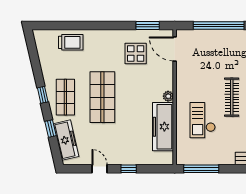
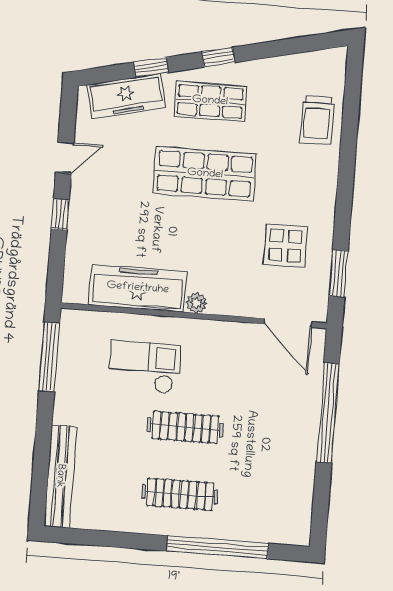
door: (175, 49) -> (288, 323), swing flipped

